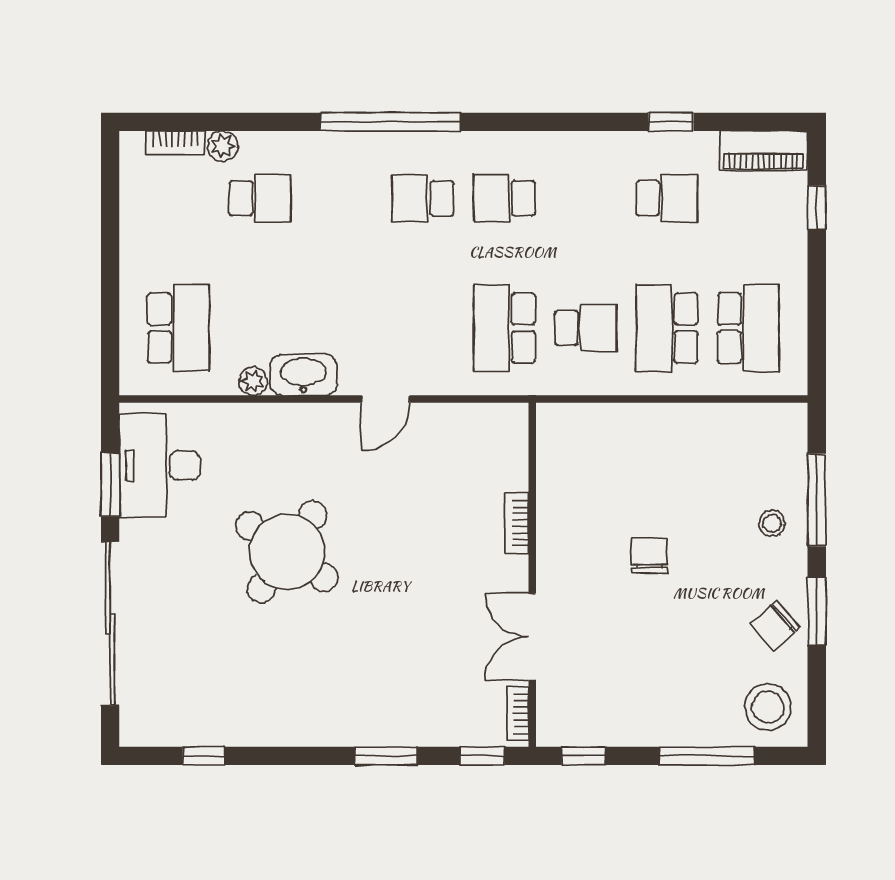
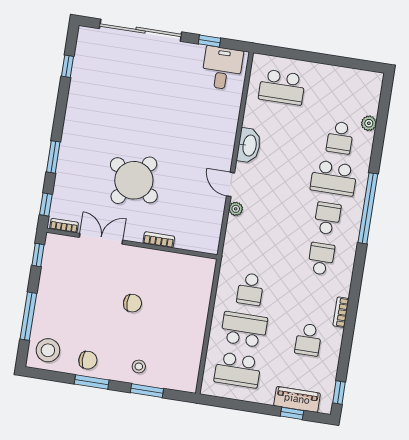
window: (671, 122) -> (339, 392), moved
bookcase: (175, 143) -> (341, 312), moved
piano: (764, 151) -> (297, 399), moved, turned 90
school desk: (504, 328) -> (334, 178), moved, turned 180
plant: (253, 381) -> (236, 209), moved
desk: (160, 465) -> (222, 68), width x0.73
window: (110, 485) -> (209, 41), width x0.67
window: (817, 500) -> (147, 391), width x0.69
round table: (287, 552) -> (134, 180), moved
chair: (775, 625) -> (88, 360), turned 131

